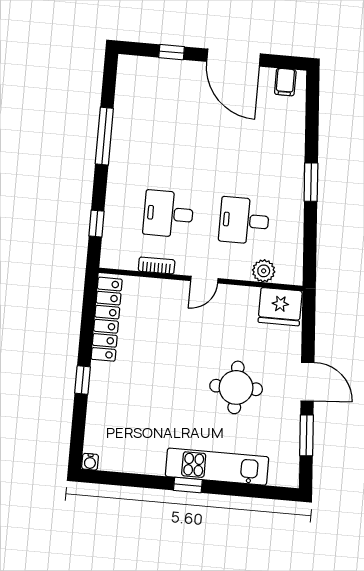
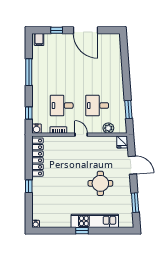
filing cabinet: (285, 82) -> (39, 40), moved
window: (311, 182) -> (128, 110), moved
water cooler: (110, 258) -> (37, 129), added
door: (204, 280) -> (81, 135), swing flipped
fridge: (280, 307) -> (122, 142), width x0.53, depth x0.75
door: (307, 382) -> (132, 165), moved

